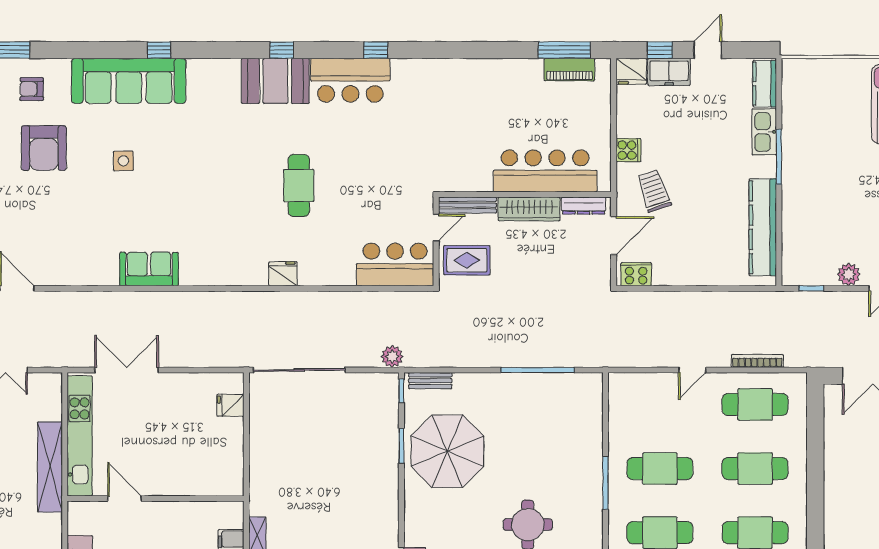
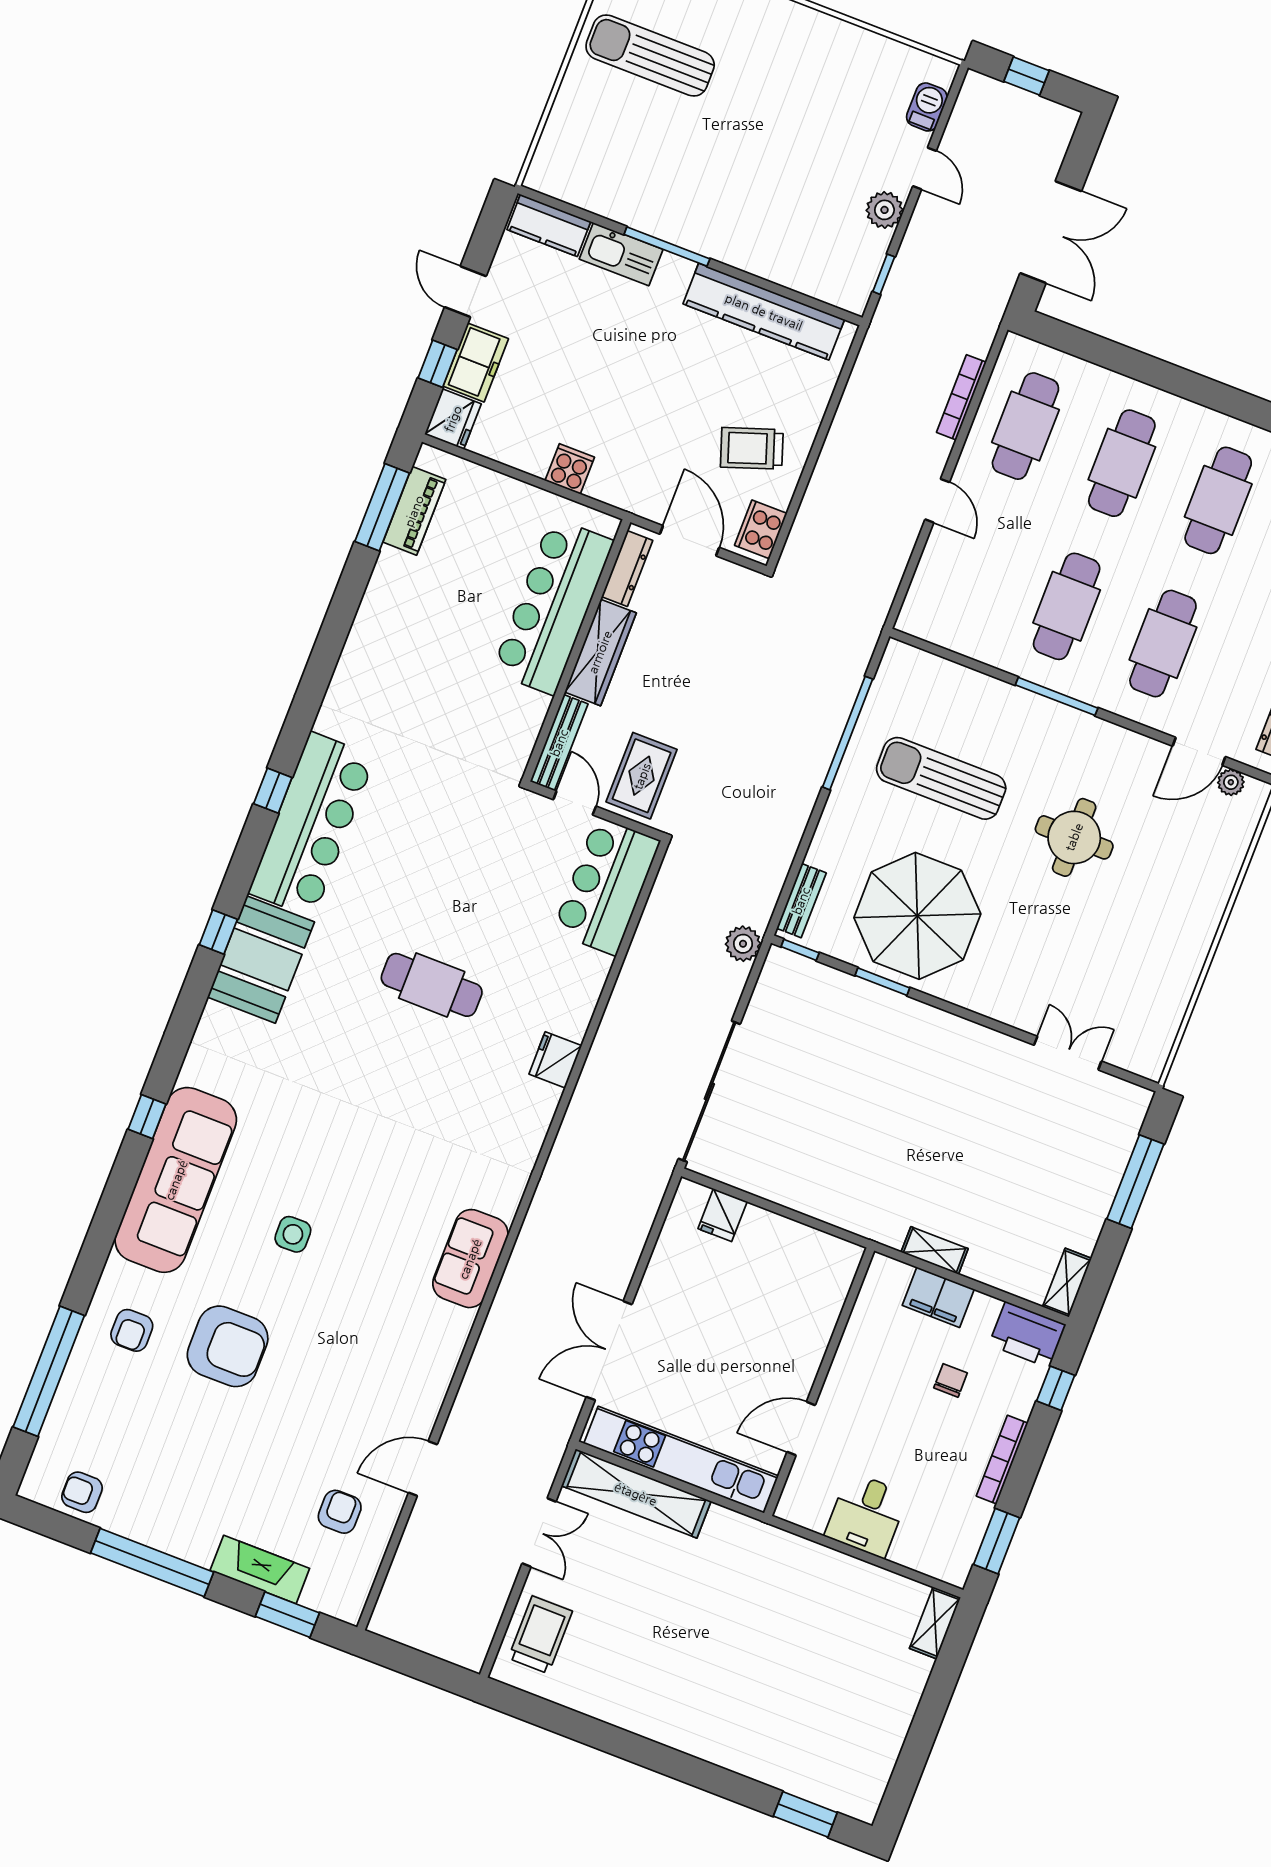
bar counter: (350, 80) -> (312, 825), width x1.36
trolley: (654, 191) -> (752, 448), moved
sun lounger: (532, 434) -> (941, 778), added
shelving: (50, 467) -> (636, 1494), moved

